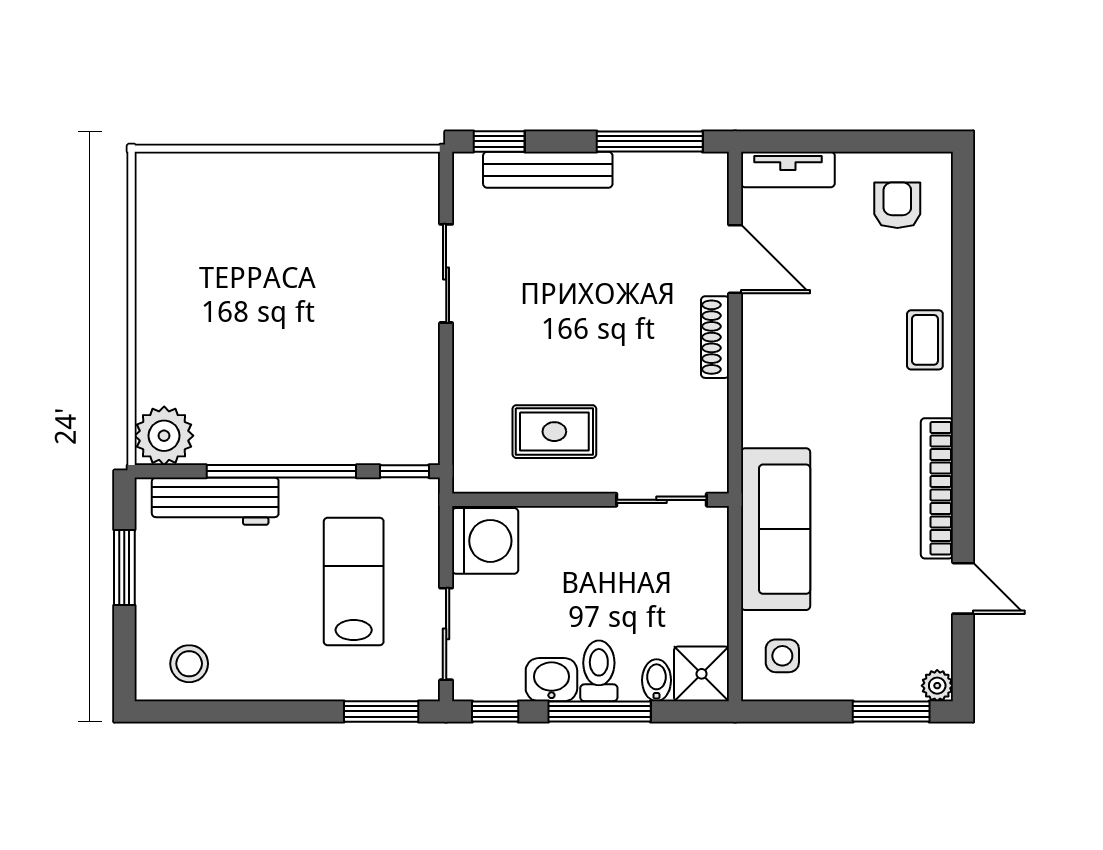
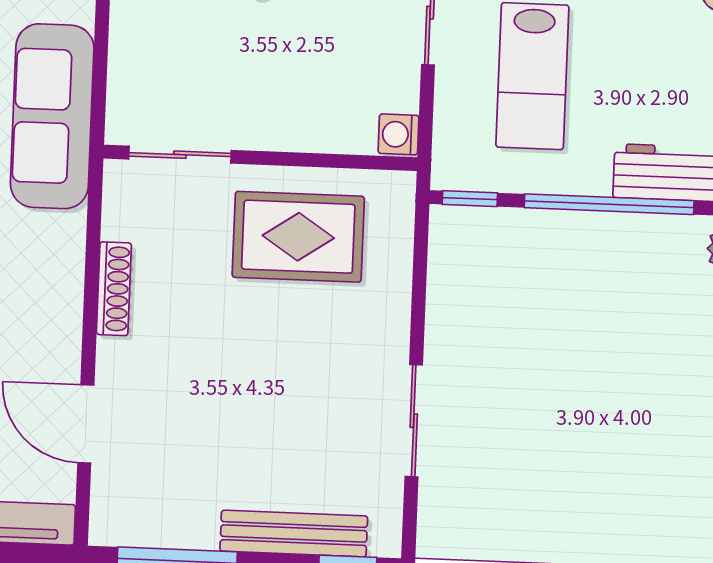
shoe rack: (715, 337) -> (114, 289), moved
rug: (554, 432) -> (298, 237), width x1.36, depth x1.43
washing machine: (485, 541) -> (399, 134), width x0.53, depth x0.53

